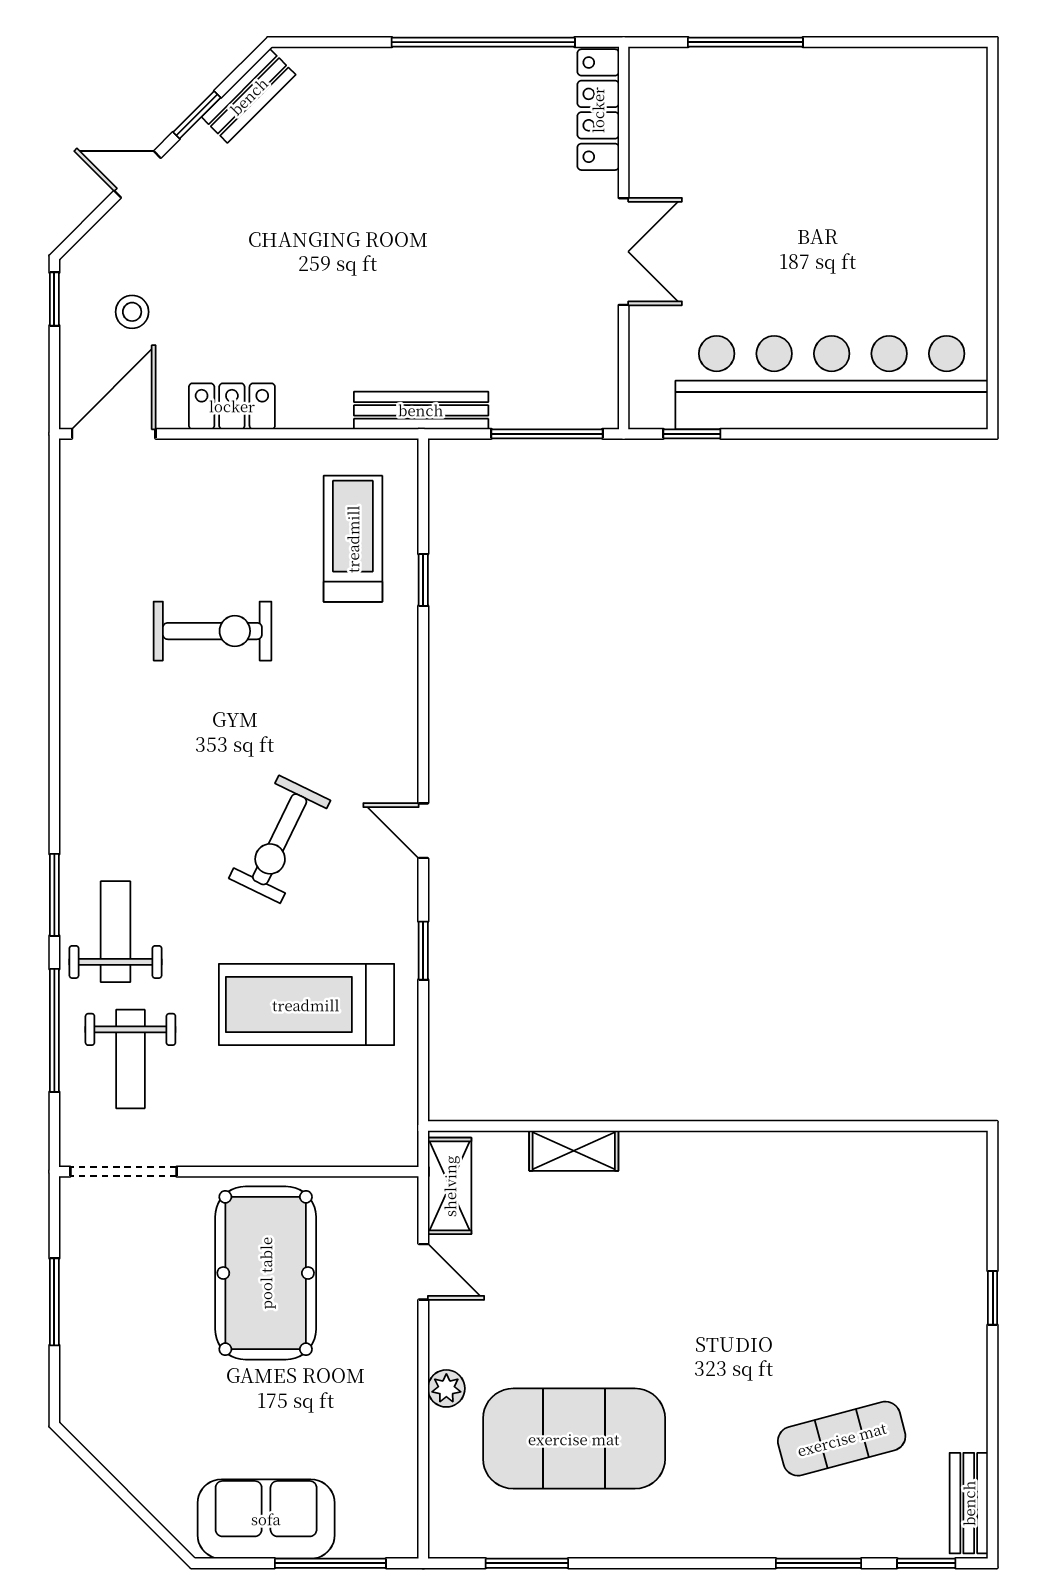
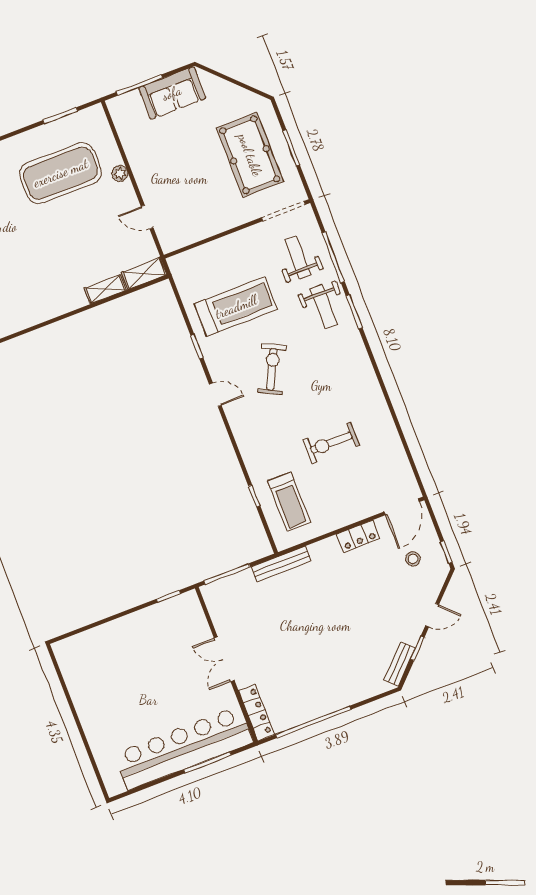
bar counter: (832, 383) -> (184, 748), moved, turned 180
shelving: (450, 1186) -> (144, 274), moved, turned 90
pool table: (266, 1273) -> (250, 155), moved

